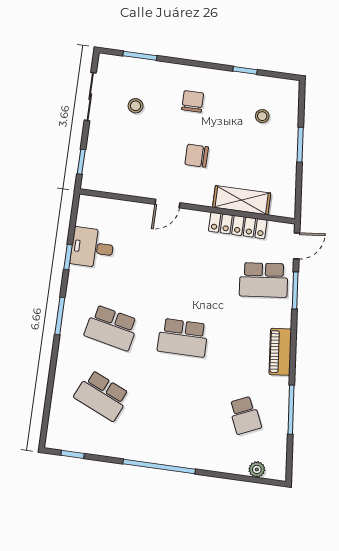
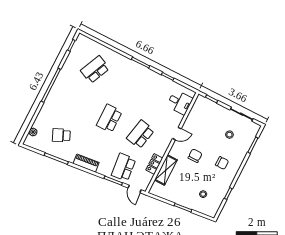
door: (167, 204) -> (177, 134), swing flipped
locker: (238, 225) -> (154, 164), width x0.66
desk: (92, 248) -> (180, 102), moved, turned 90
school desk: (111, 328) -> (140, 134), moved

